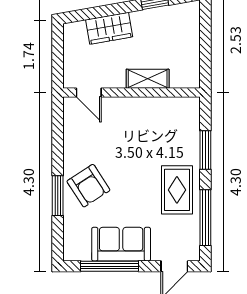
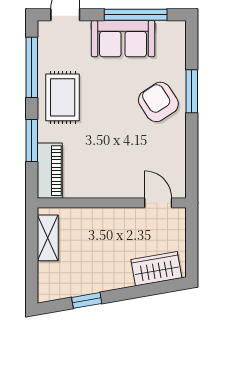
wardrobe: (109, 28) -> (156, 269), moved
shelving: (148, 79) -> (48, 238), moved, turned 90
piano: (189, 122) -> (50, 171), added

